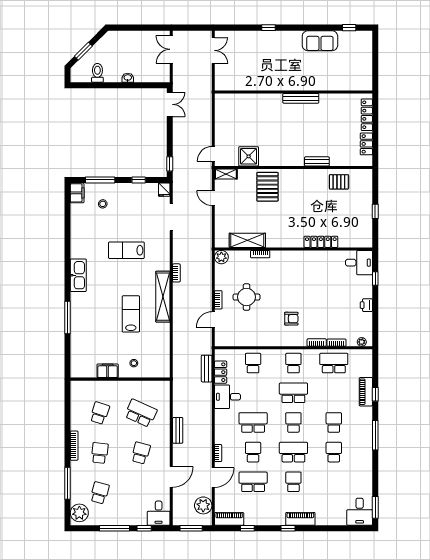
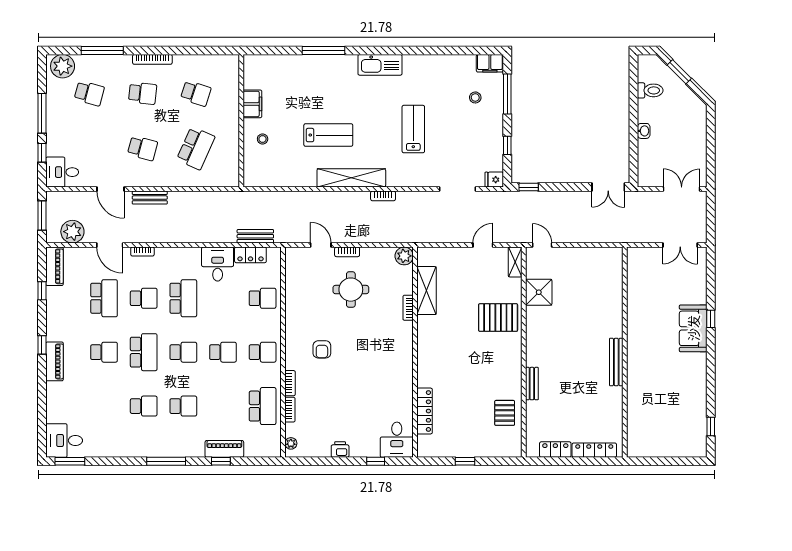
sofa: (320, 41) -> (693, 328), moved
locker: (321, 242) -> (425, 411), moved
school desk: (293, 393) -> (223, 352), width x0.54
bench: (178, 430) -> (150, 198), moved

